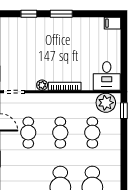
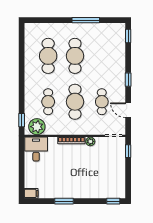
window: (29, 14) -> (113, 201), moved
window: (61, 14) -> (64, 201), moved
cafe table: (60, 133) -> (75, 102), width x1.37, depth x1.35

